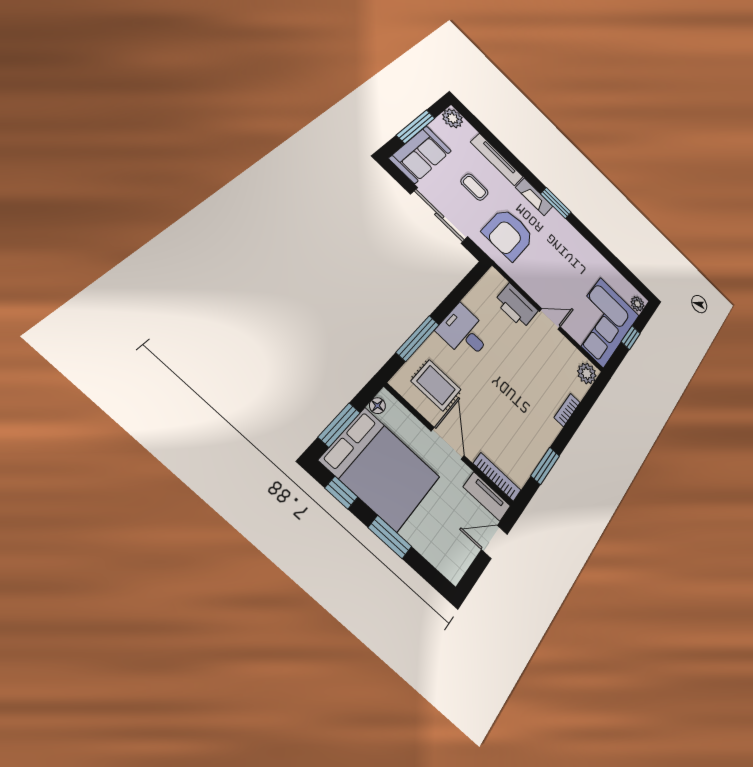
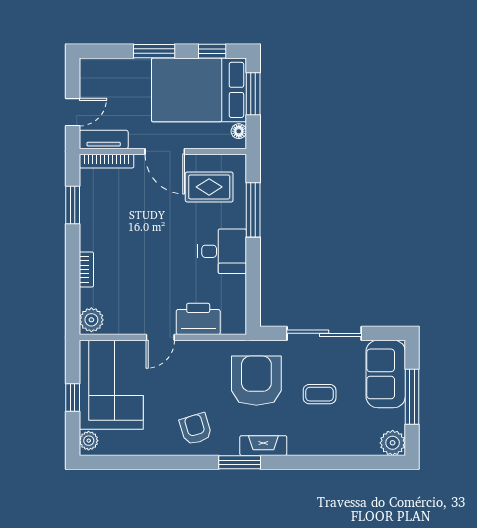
tv unit: (497, 159) -> (324, 446), removed
armchair: (568, 246) -> (196, 429), added

